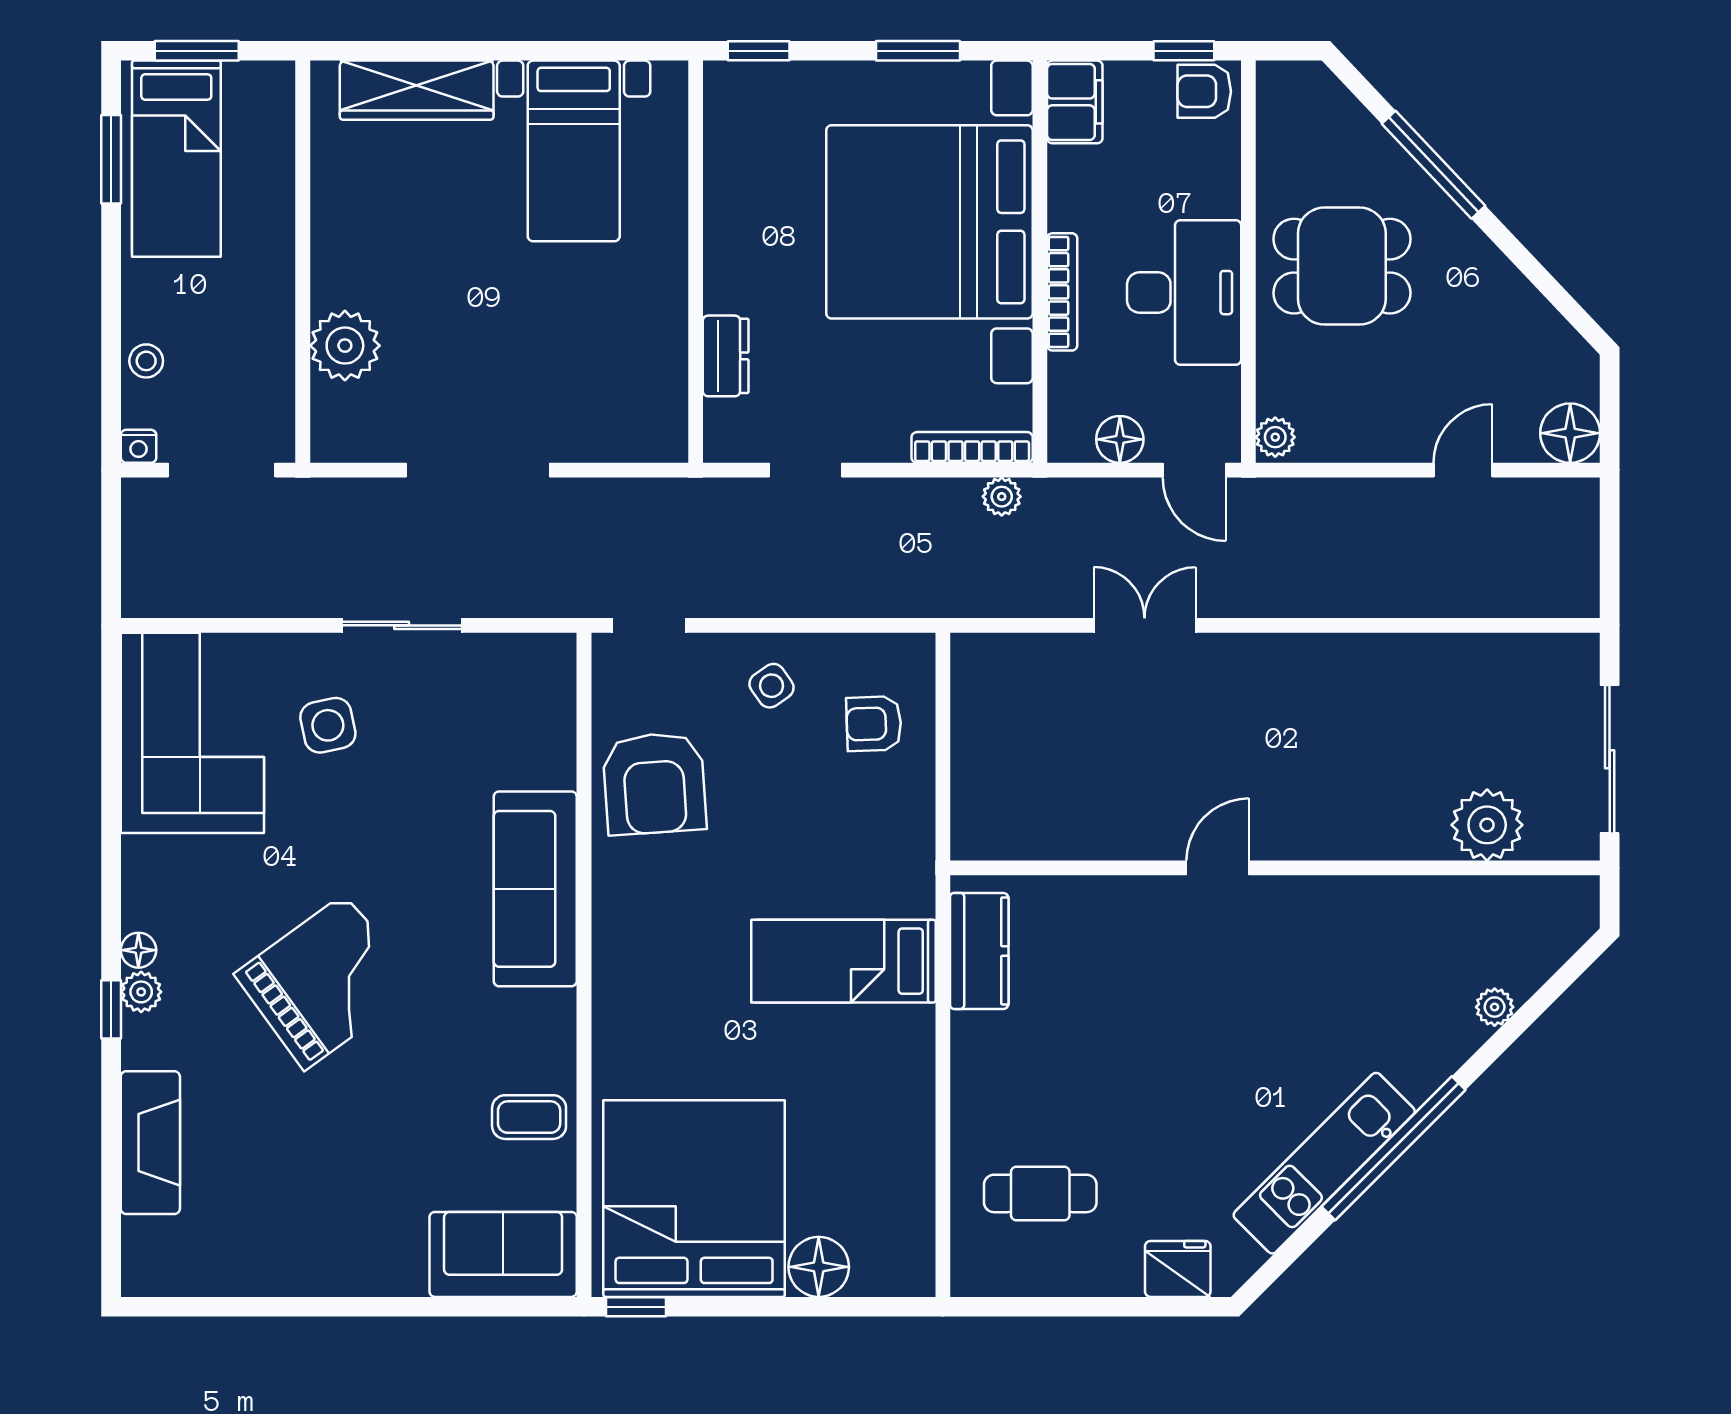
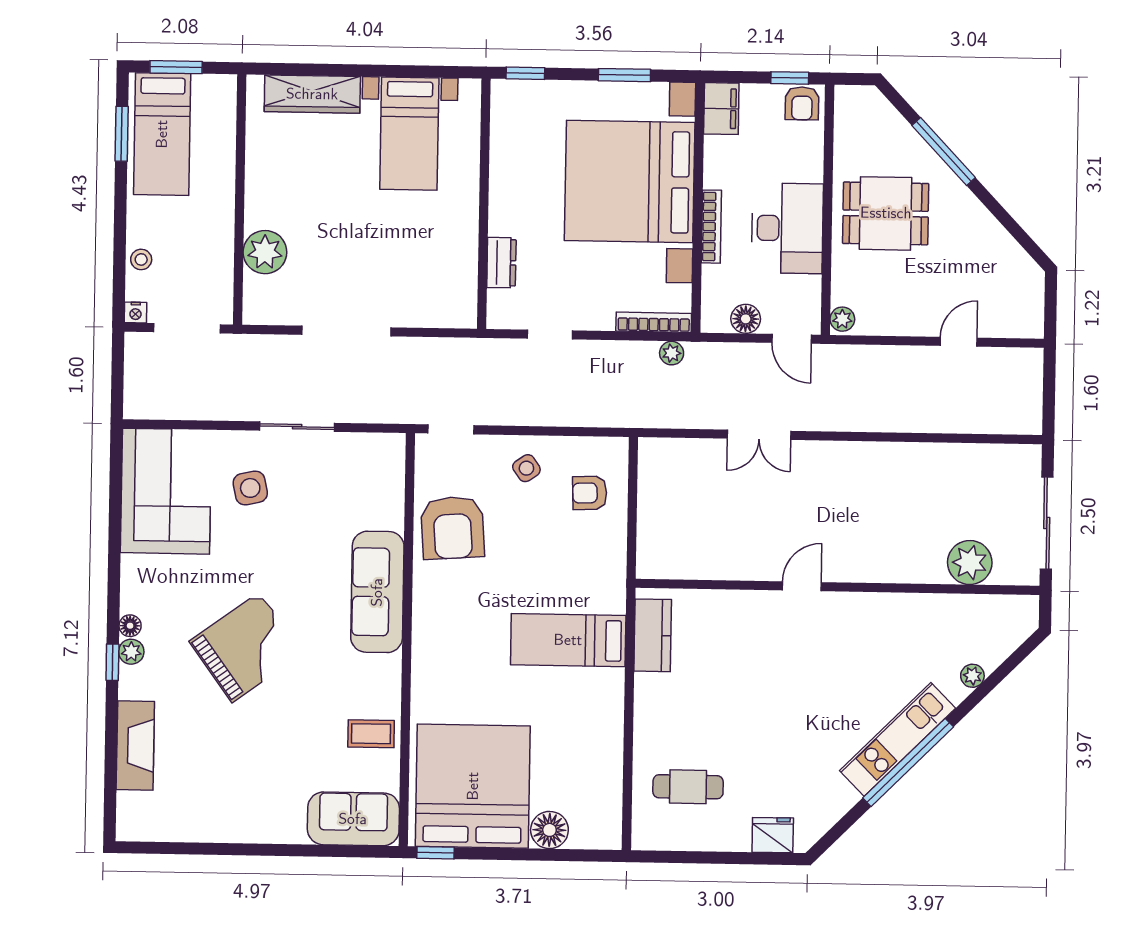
armchair: (1204, 91) -> (802, 103), turned -90
floor lamp: (1570, 433) -> (1026, 320), removed
double door: (1145, 625) -> (759, 435), swing flipped
kitchen unit: (1324, 1163) -> (897, 739), moved

